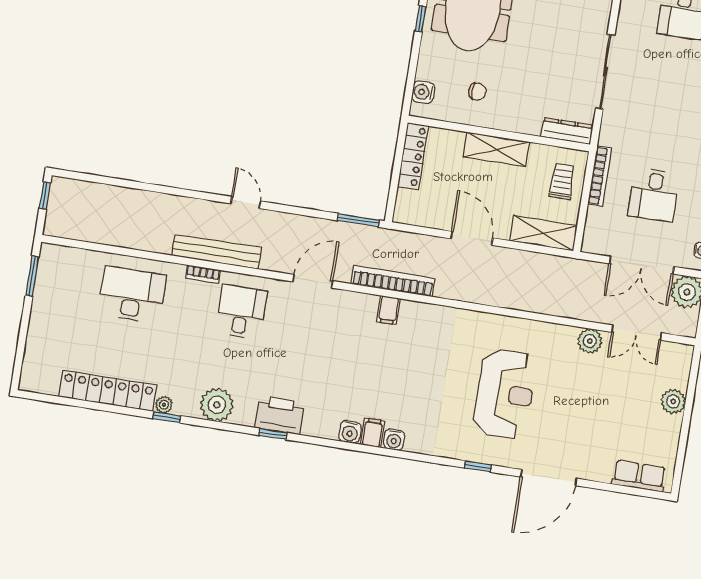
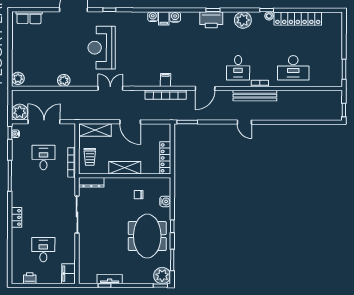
water cooler: (423, 92) -> (165, 201), moved
double door: (637, 333) -> (110, 88), moved
plant: (673, 401) -> (18, 78), moved

